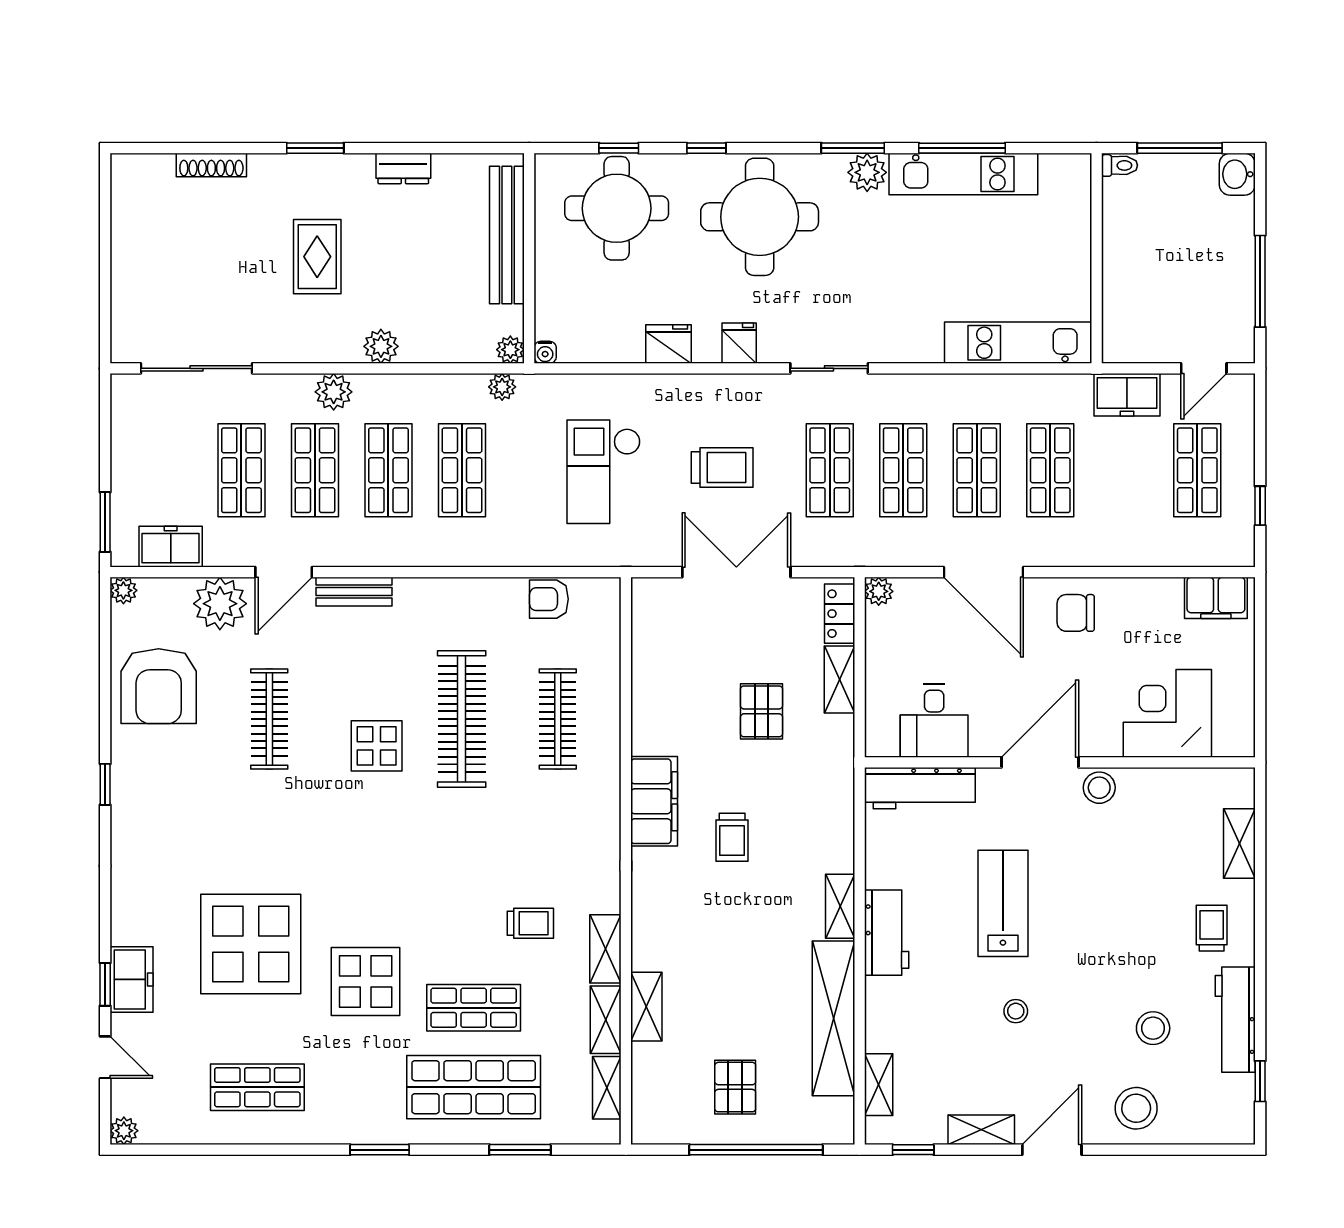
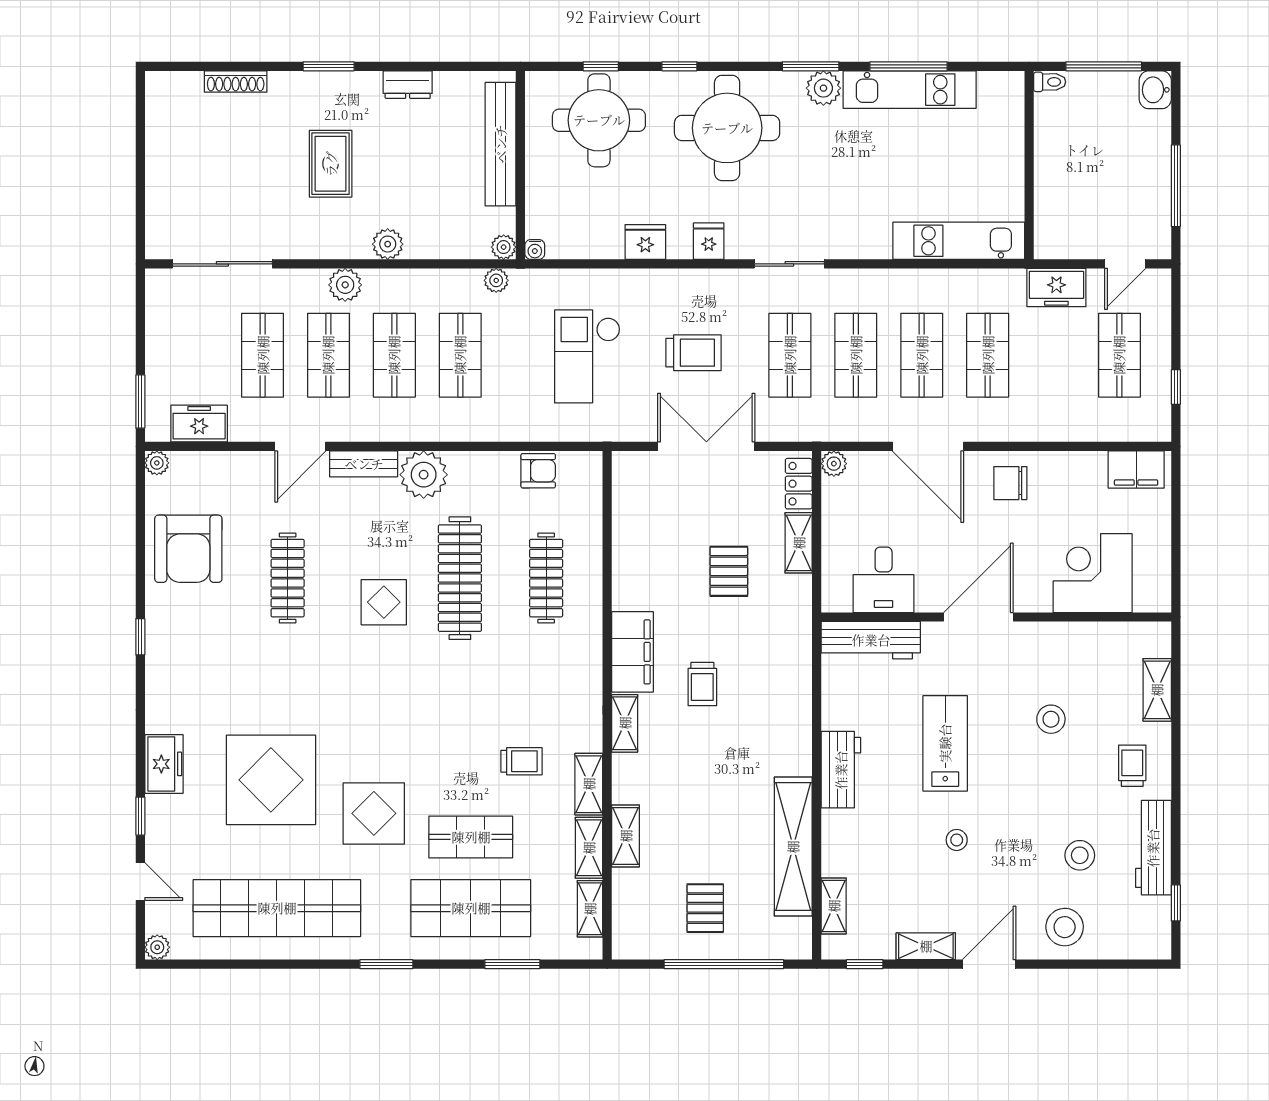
armchair: (549, 599) -> (538, 471), turned 180
plant: (220, 604) -> (424, 475), moved
stool: (1099, 788) -> (1051, 719), moved
shelving: (840, 906) -> (625, 723), moved
freezer: (131, 979) -> (164, 764), moved
shop shelf: (257, 1087) -> (277, 908), width x2.00, depth x1.36

